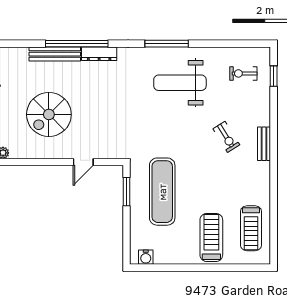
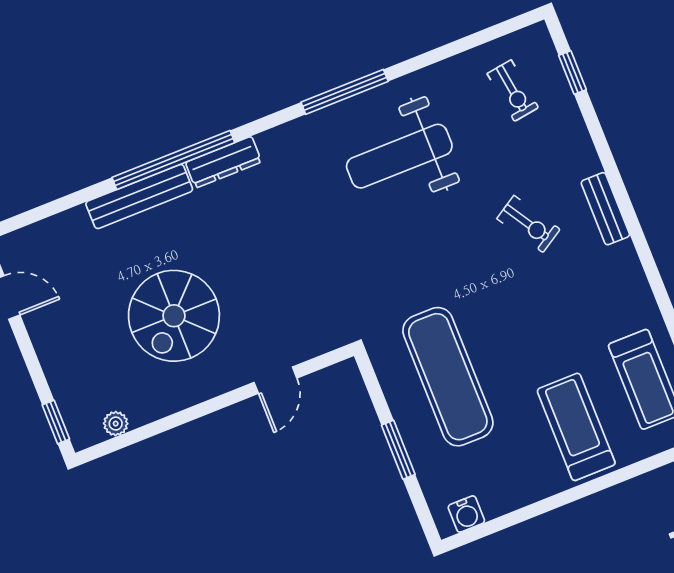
exercise bike: (243, 73) -> (513, 91), turned -98
window: (126, 192) -> (398, 450), moved

